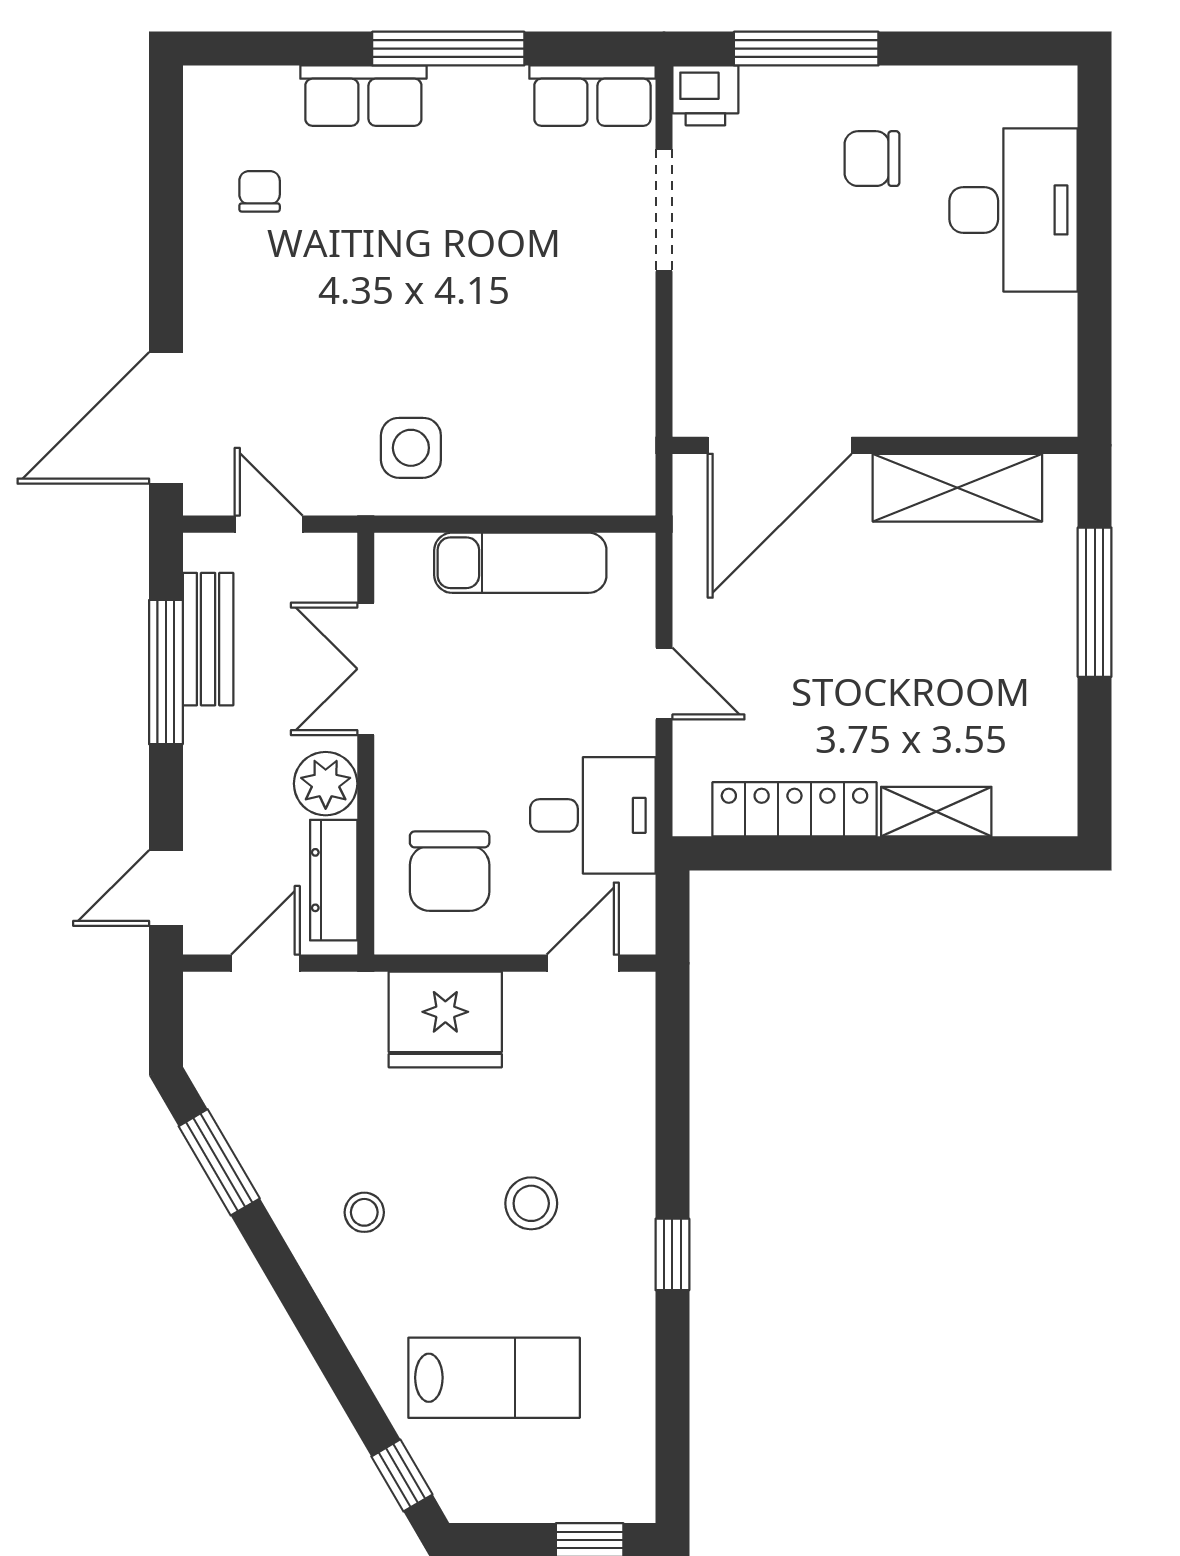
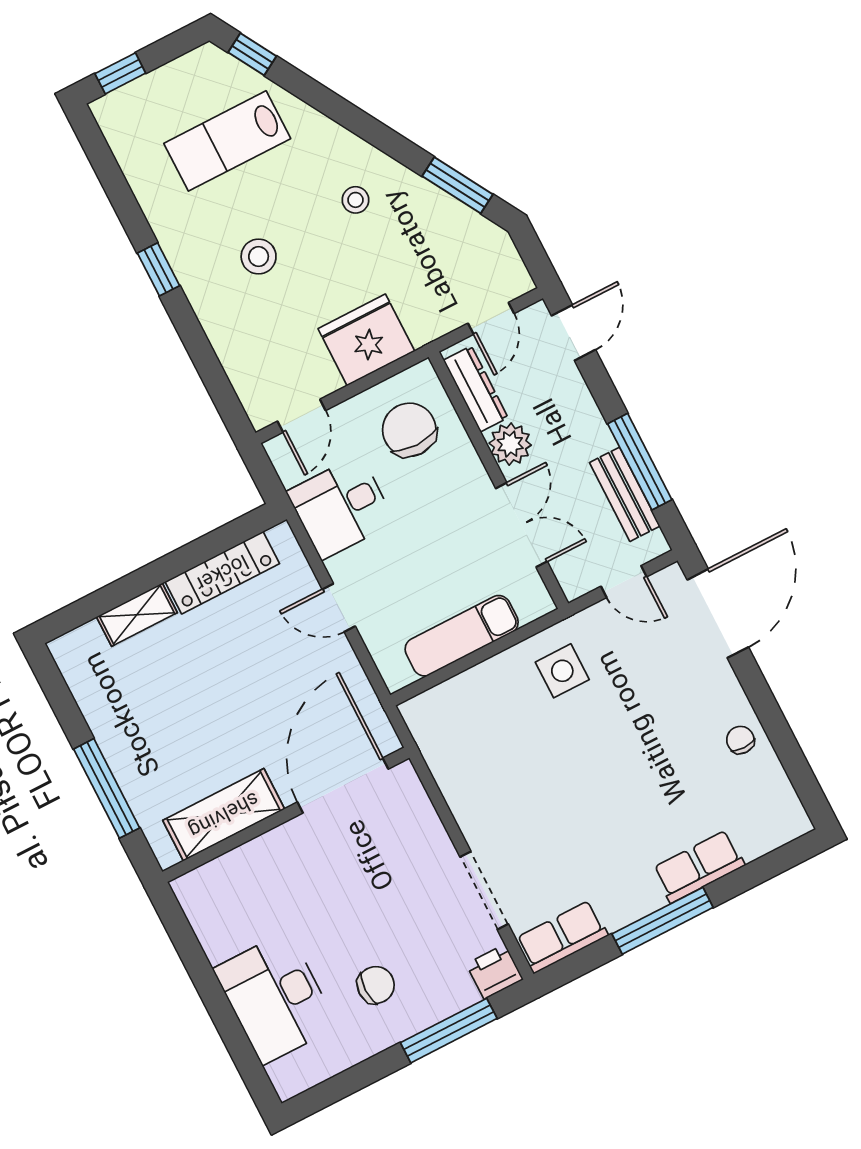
chair: (260, 191) -> (740, 740), moved, turned 180

